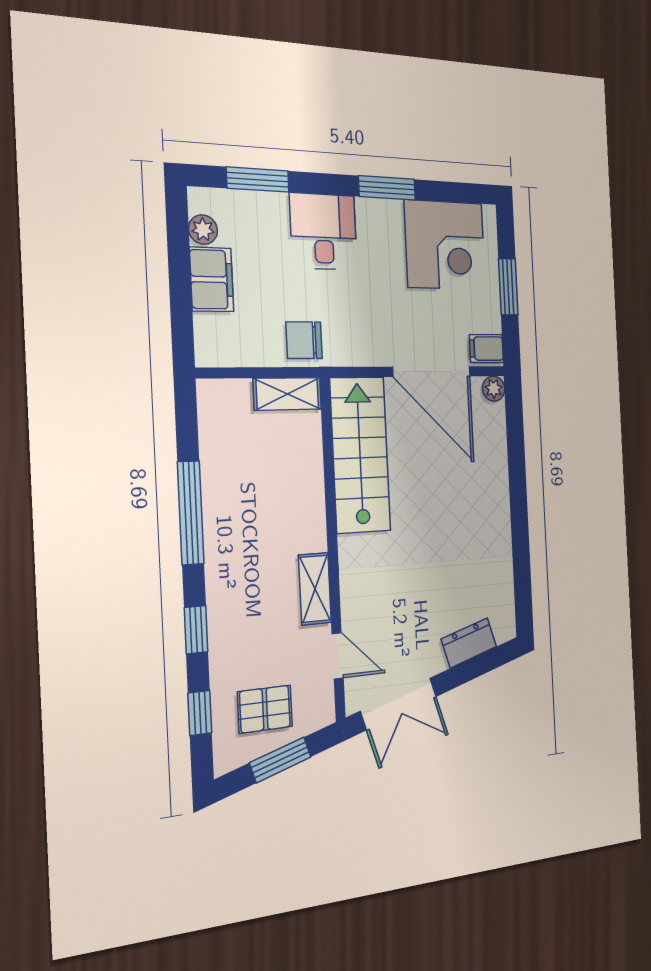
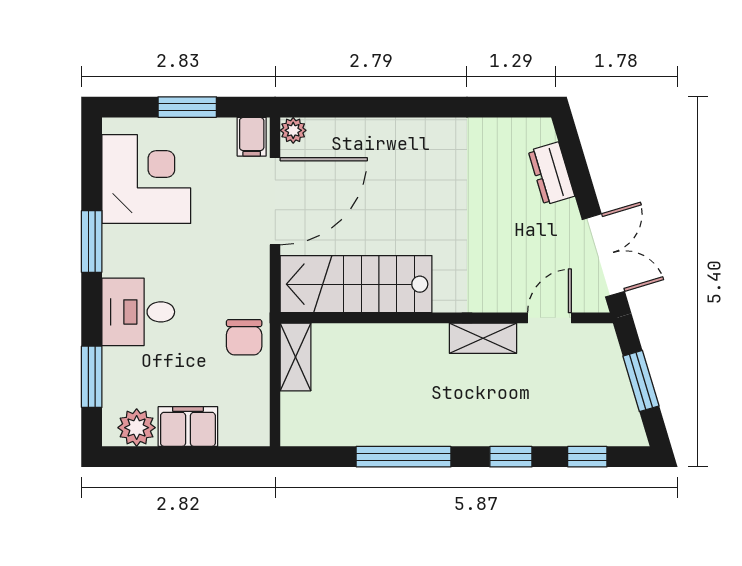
plant: (203, 230) -> (137, 428), width x1.38, depth x1.38
pallet: (265, 709) -> (592, 394), removed

